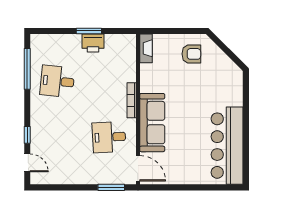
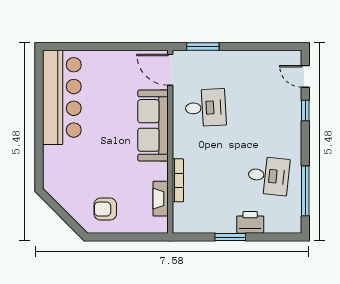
printer: (93, 43) -> (250, 222), moved
fireplace: (146, 48) -> (161, 199), moved
bookcase: (132, 100) -> (178, 180), moved

